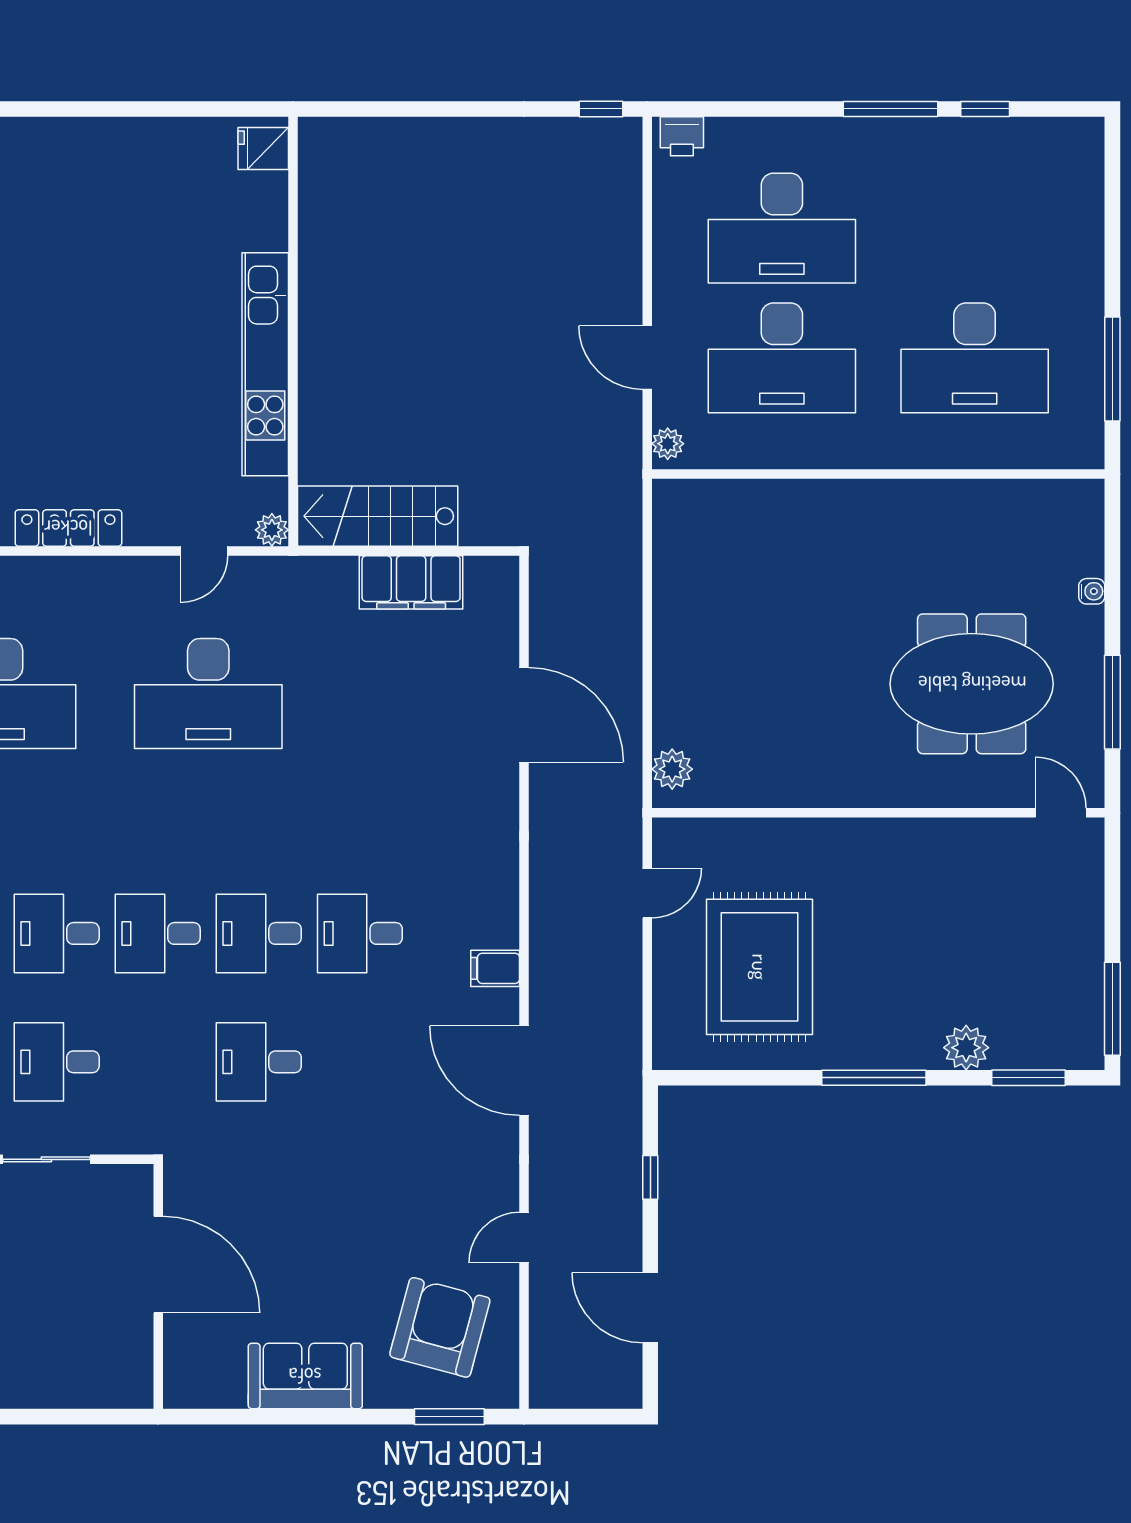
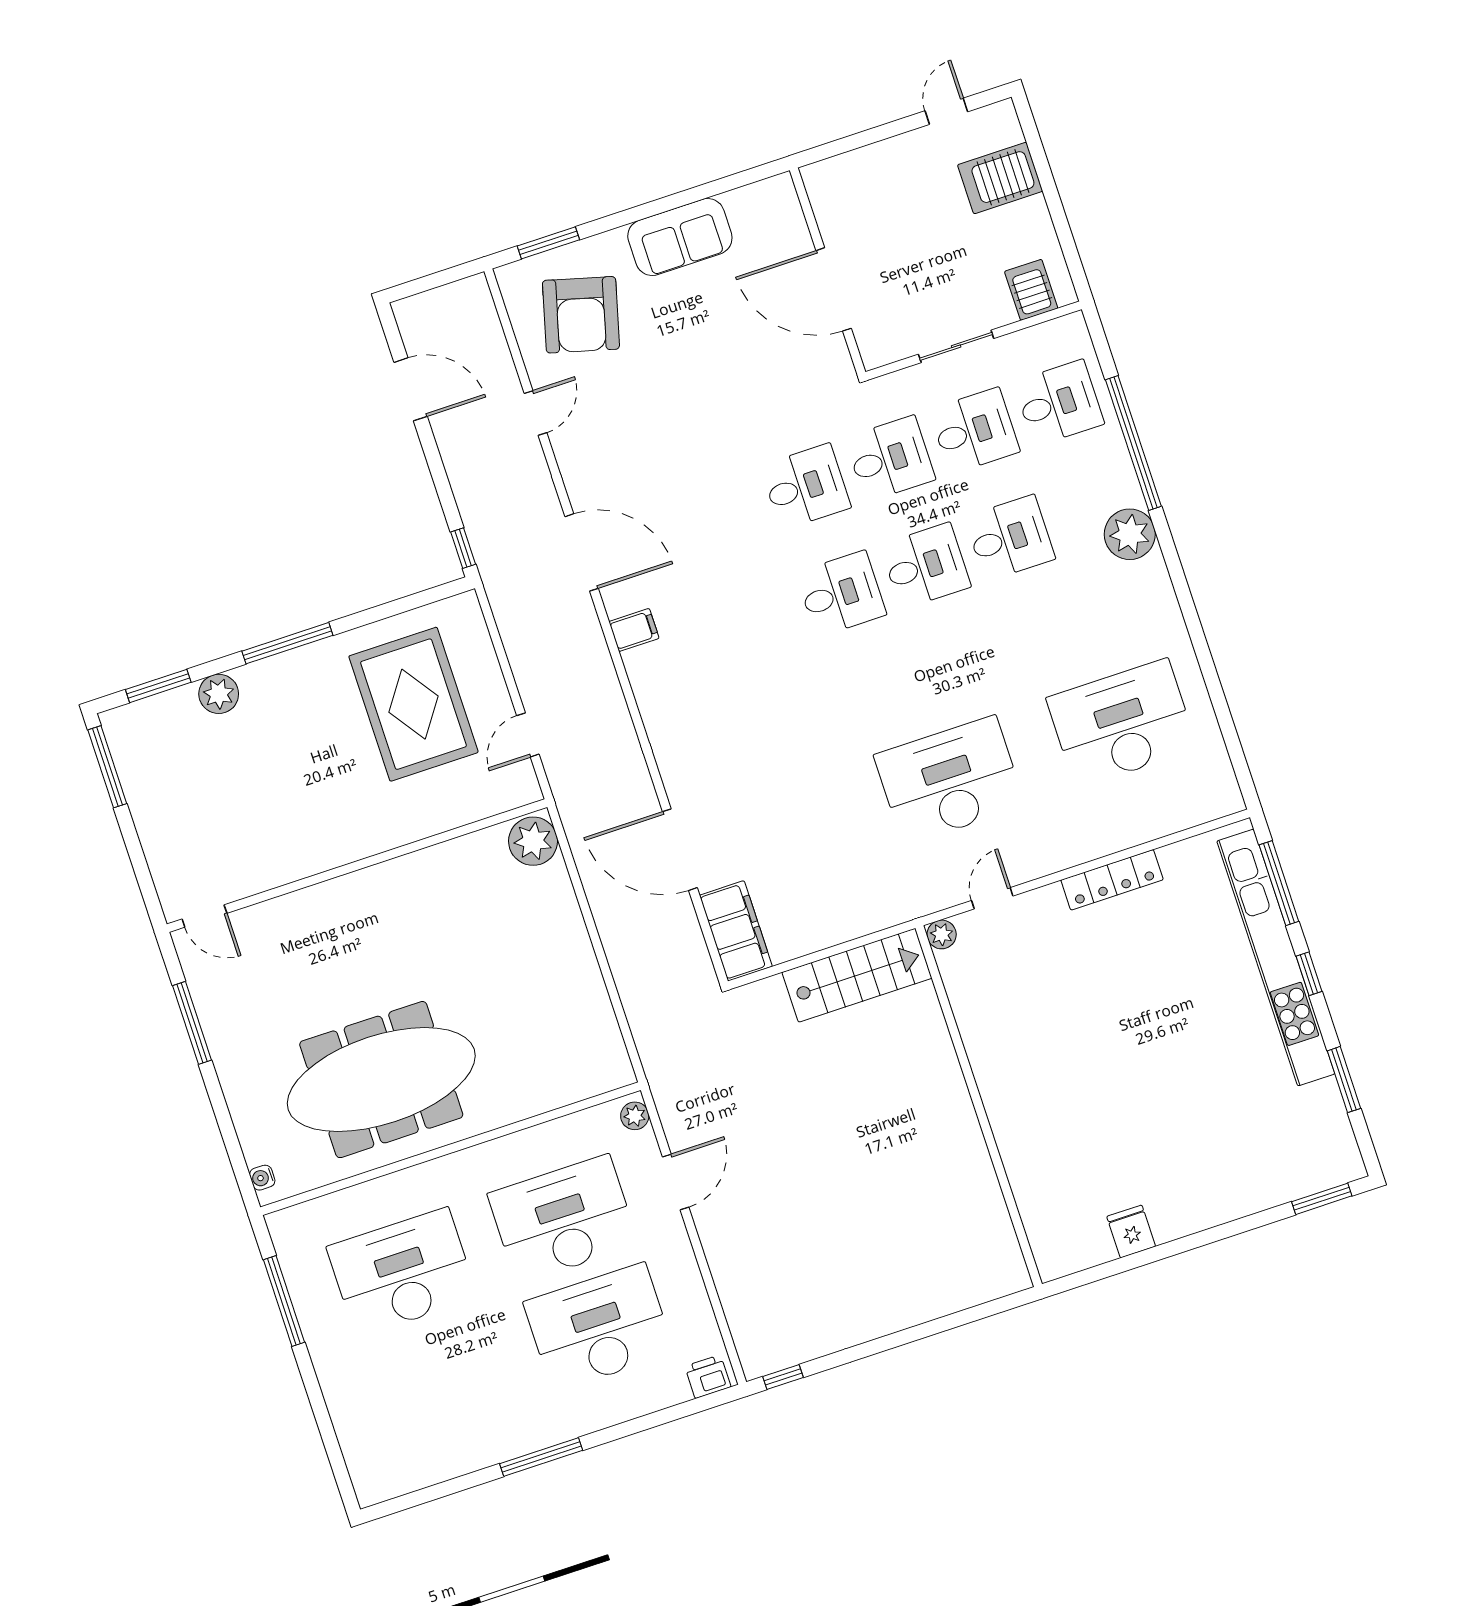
window: (985, 109) -> (462, 1483), removed
fridge: (263, 149) -> (1131, 1231), moved, turned -90
door: (647, 358) -> (676, 1182), hinge flipped
kitchen unit: (265, 364) -> (993, 1071), removed
filing cabinet: (411, 582) -> (736, 931), moved, turned 90
water cooler: (1092, 591) -> (262, 1178), moved
meeting table: (972, 684) -> (381, 1080), moved, width x1.36
plant: (672, 769) -> (533, 841), width x1.36, depth x1.36
desk: (360, 933) -> (890, 459), moved
window: (650, 1177) -> (463, 548), moved

